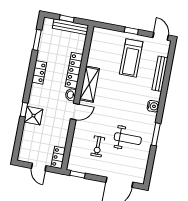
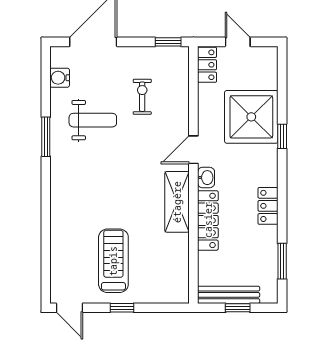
bench: (160, 74) -> (58, 243), removed
water cooler: (153, 106) -> (60, 78), moved
shower: (33, 116) -> (251, 117), width x1.86, depth x1.86
weight bench: (128, 139) -> (93, 120), turned 180

